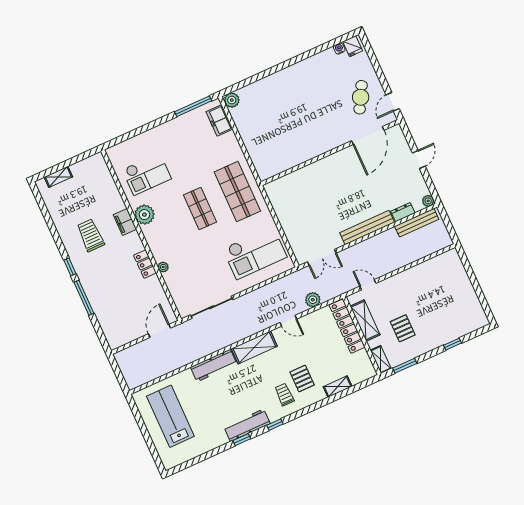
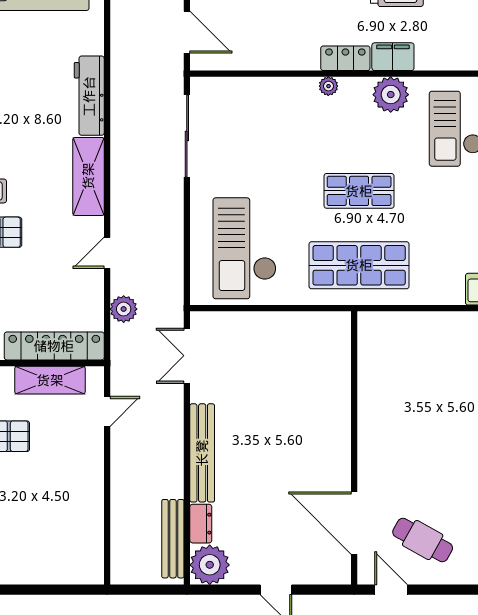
plant: (428, 201) -> (210, 565), width x1.88, depth x1.88
locker: (145, 264) -> (345, 58), moved
plant: (163, 267) -> (328, 86), moved

